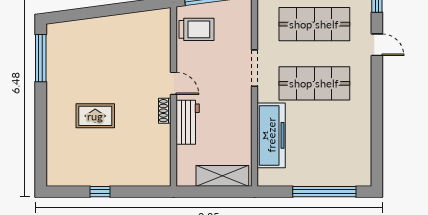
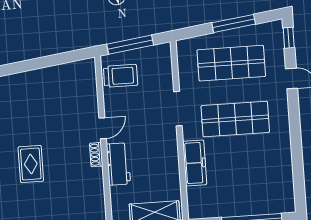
door: (174, 83) -> (103, 128), hinge flipped
rug: (95, 116) -> (31, 164), turned 90
freezer: (271, 135) -> (195, 163), width x0.73, depth x0.79

